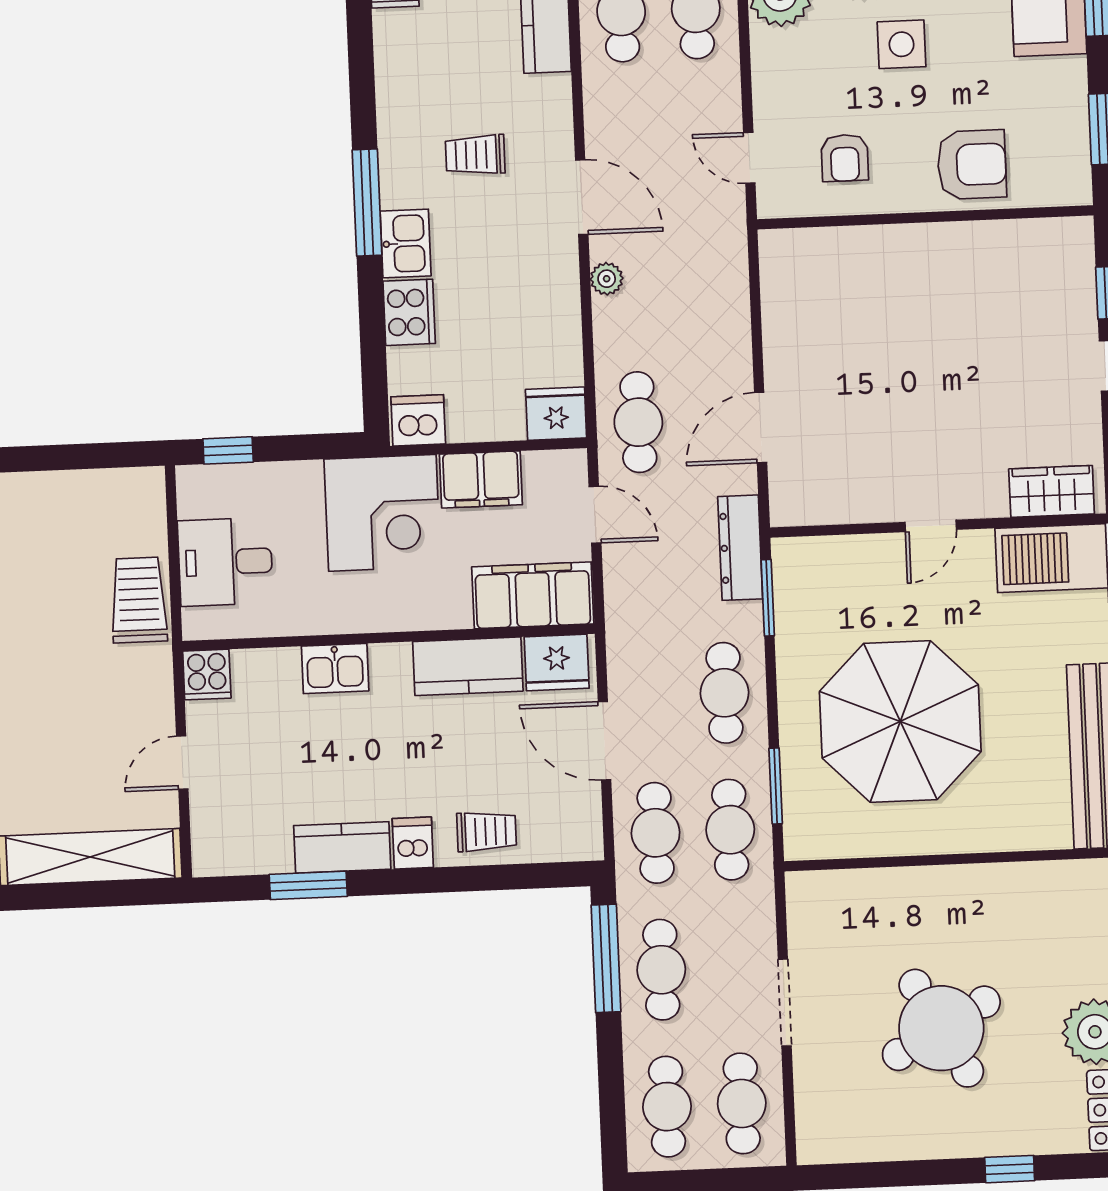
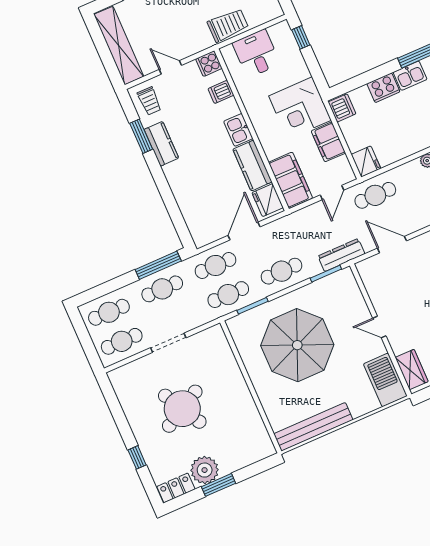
kitchen sink: (335, 669) -> (238, 130), moved
trolley: (486, 831) -> (149, 101), moved
dishwasher: (413, 843) -> (221, 92), moved, turned 180

